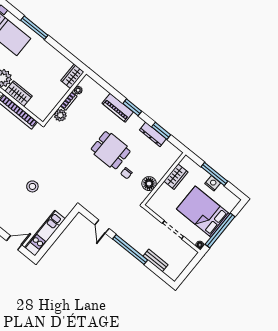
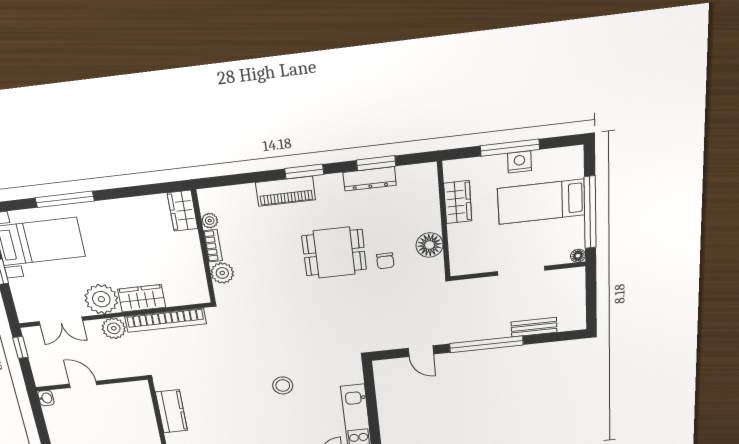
bed: (203, 212) -> (541, 202), width x0.67

